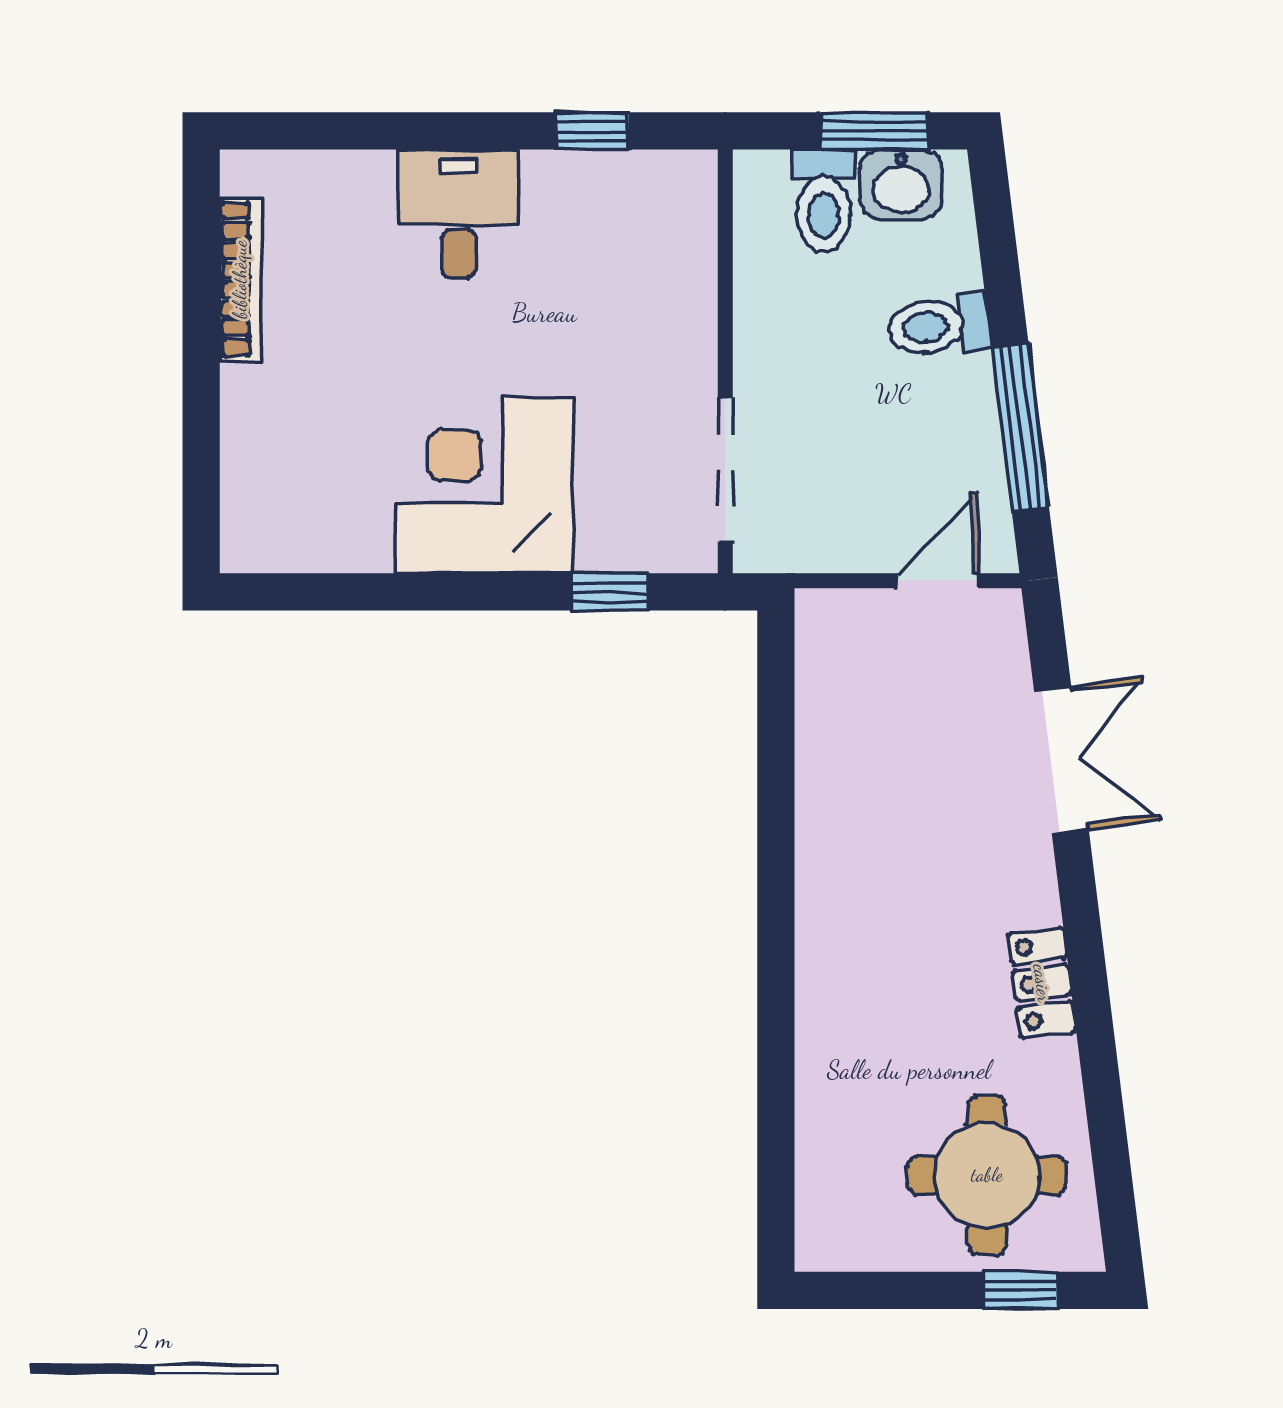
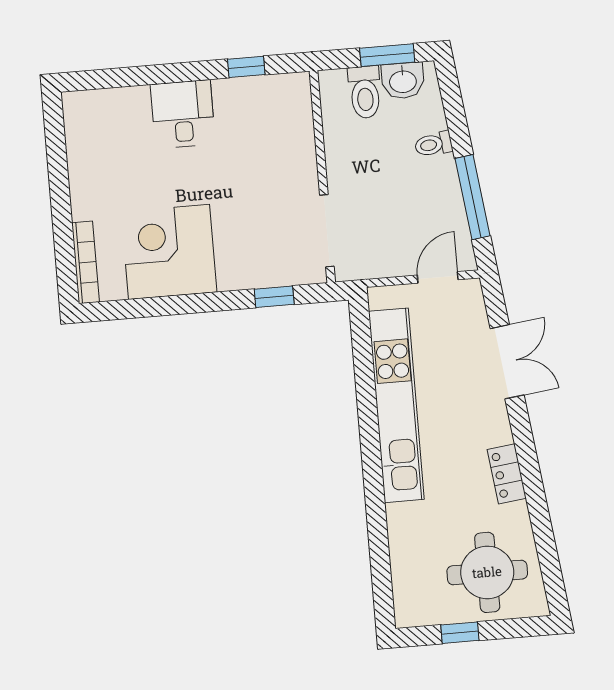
bookcase: (240, 279) -> (85, 262), moved
toilet: (939, 326) -> (434, 144), width x0.73, depth x0.72
corner desk: (484, 485) -> (169, 252), moved
kitchen unit: (834, 828) -> (396, 405), added
window: (1020, 1290) -> (460, 633), moved

